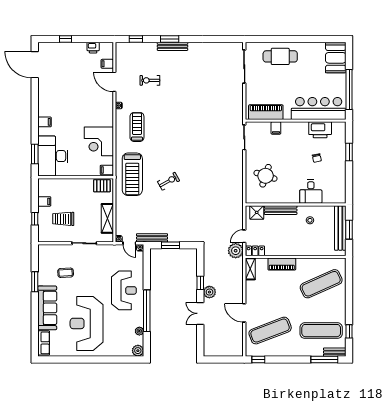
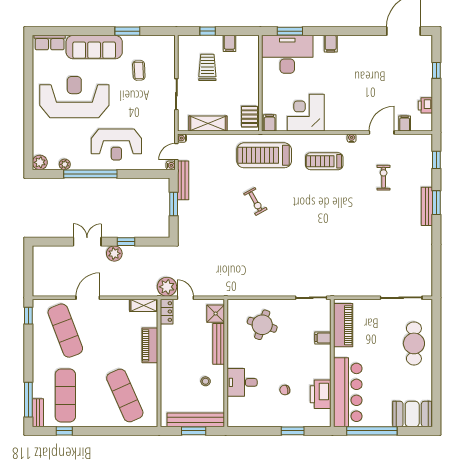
treadmill: (137, 127) -> (324, 161), turned 180

